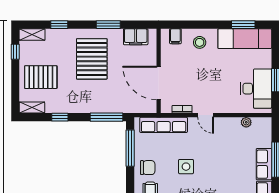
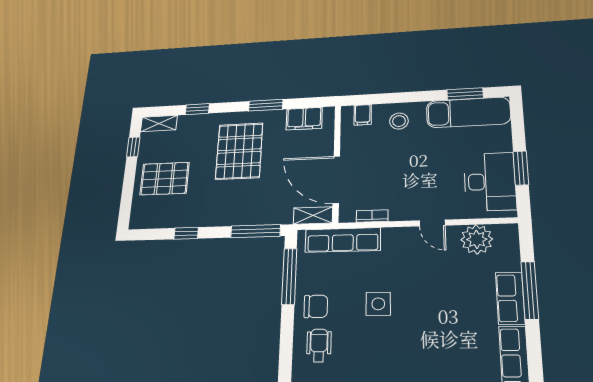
shelving: (32, 108) -> (313, 215), moved
door: (206, 115) -> (432, 223), moved
plant: (246, 122) -> (477, 239), width x1.88, depth x1.88

